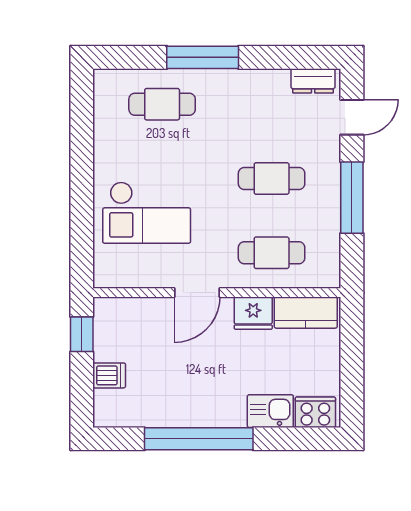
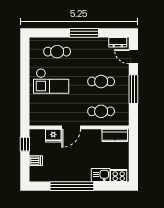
window: (203, 57) -> (84, 33), moved
door: (352, 117) -> (133, 57), swing flipped
checkout: (147, 213) -> (51, 81), moved
fridge: (253, 313) -> (53, 136), moved

